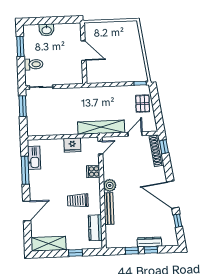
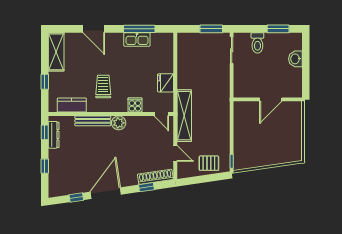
window: (164, 147) -> (146, 187), moved
kitchen sink: (34, 158) -> (137, 39), moved
dresser: (149, 242) -> (54, 135), moved
window: (132, 251) -> (45, 132), moved

